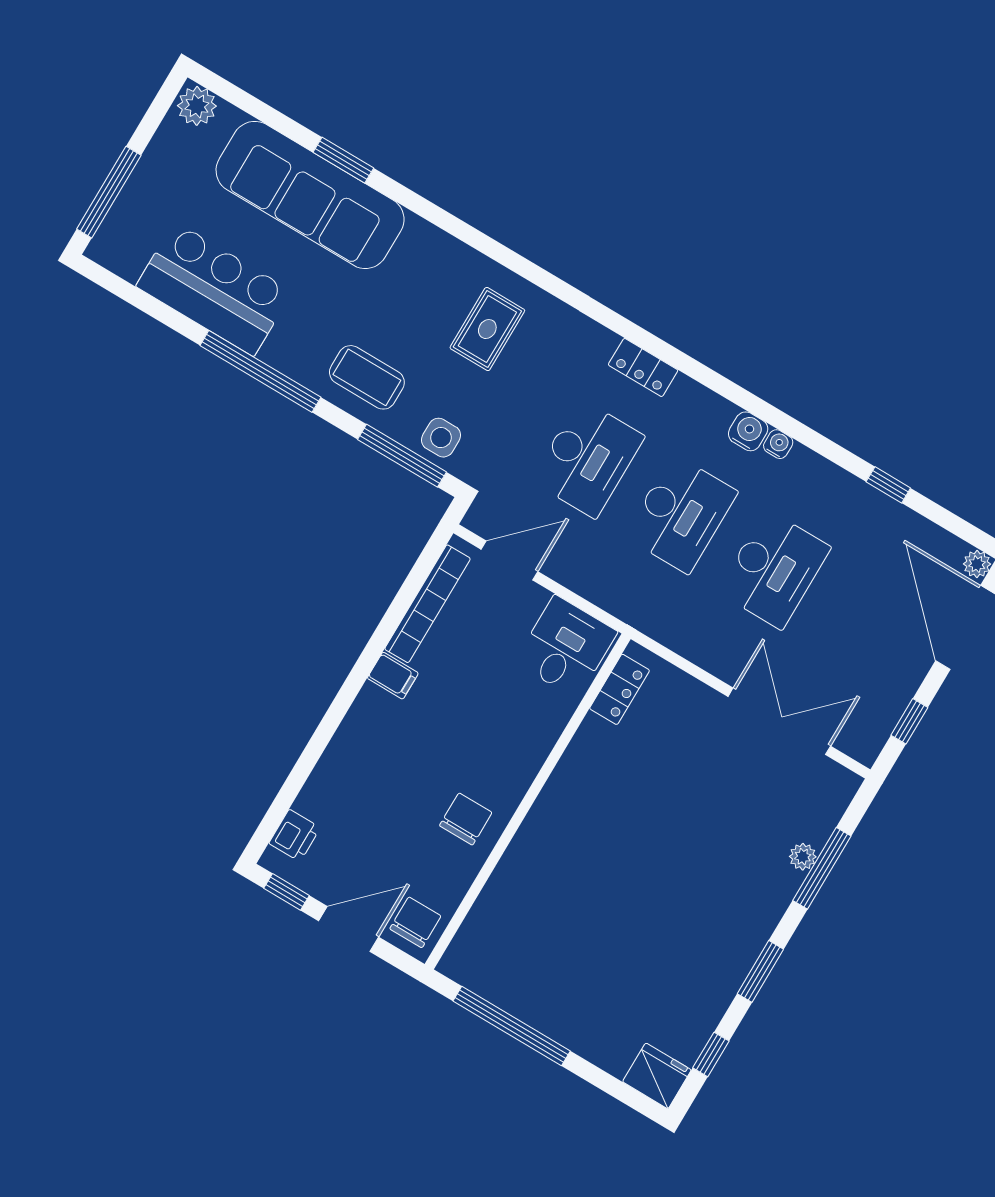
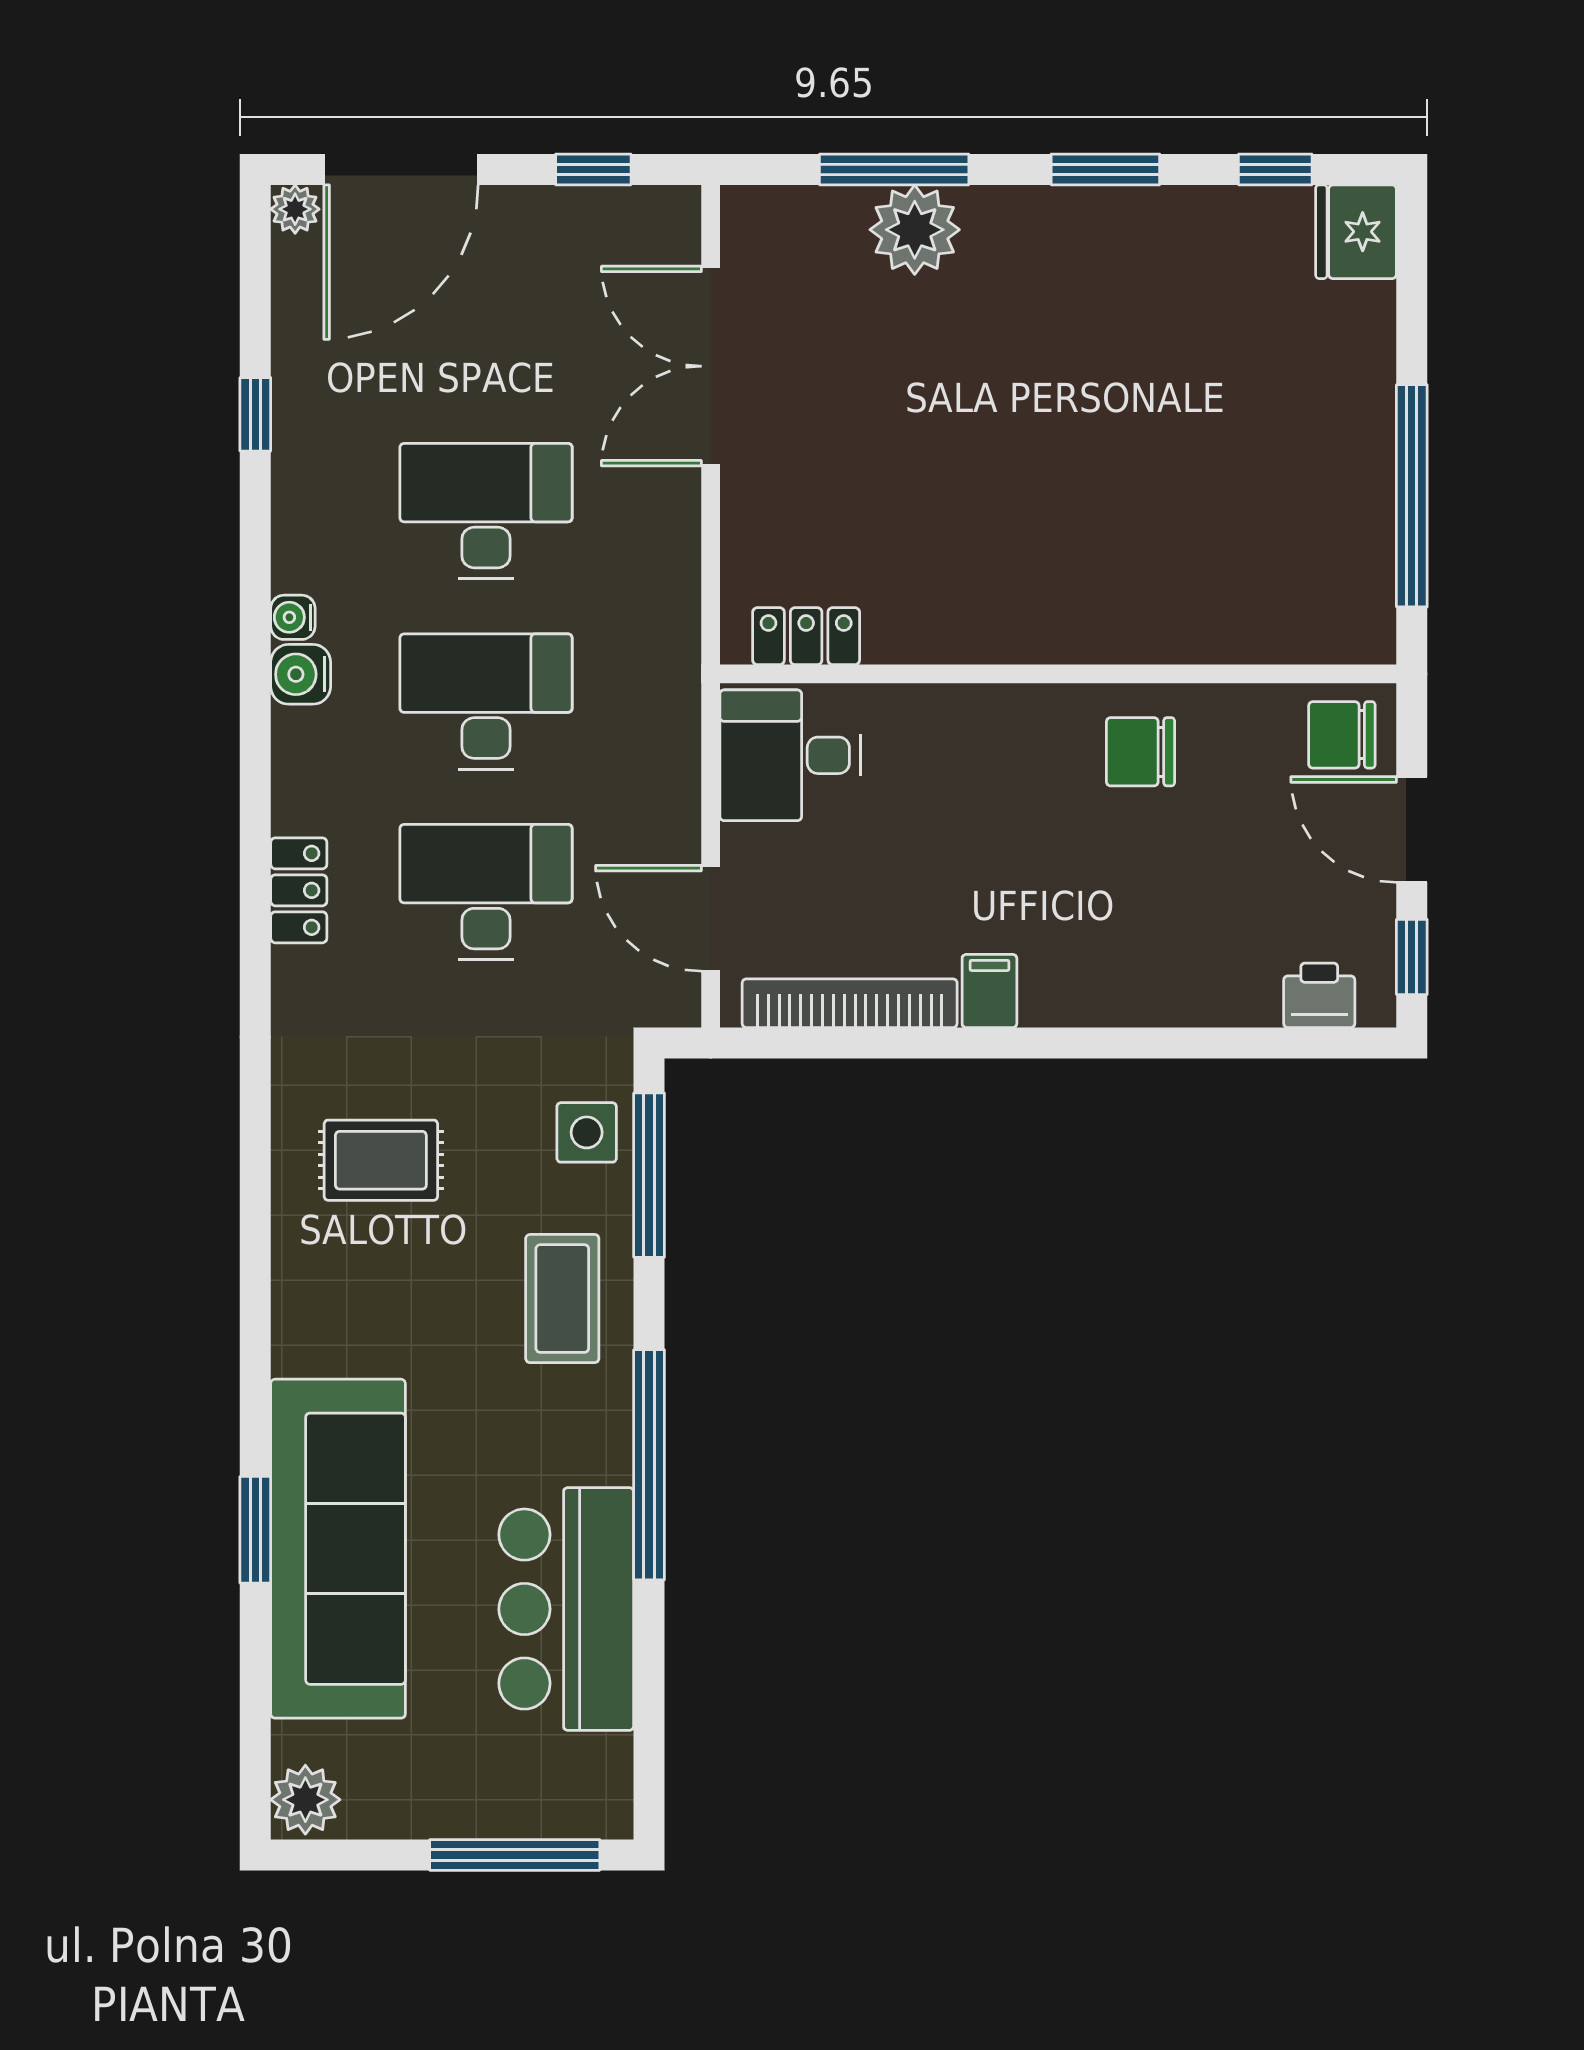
plant: (803, 857) -> (915, 230), width x1.87, depth x1.87

